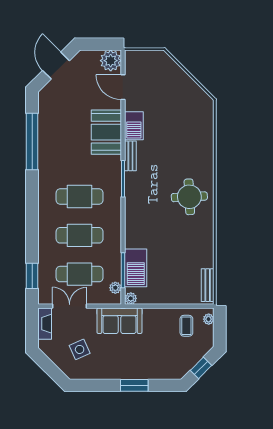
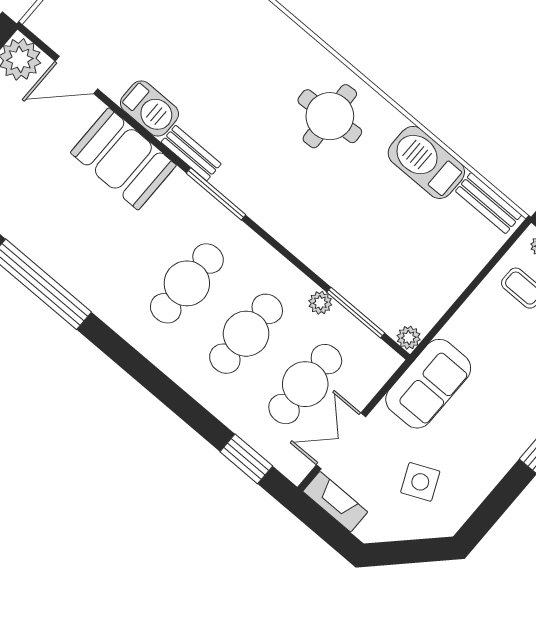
barbecue: (136, 268) -> (426, 162), moved, turned 180
plant: (115, 288) -> (320, 303), moved

